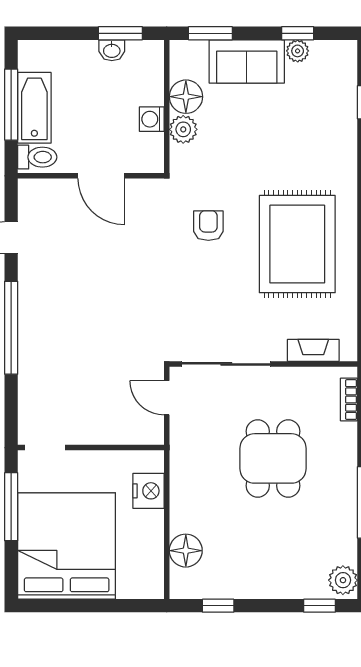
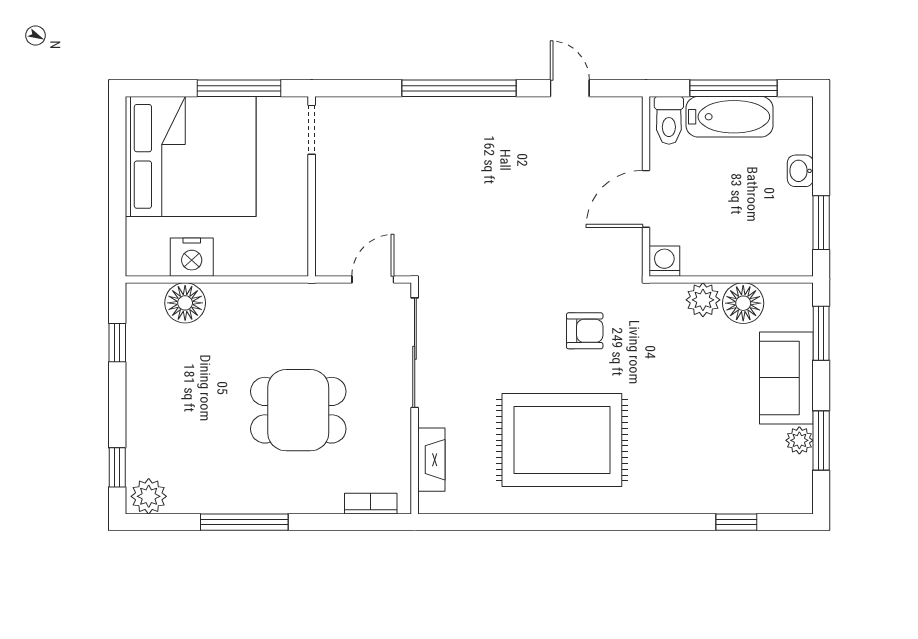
window: (298, 33) -> (821, 440), width x1.50
washbasin: (112, 50) -> (800, 171), moved
washing machine: (152, 119) -> (664, 261), moved
nightstand: (148, 491) -> (192, 257), moved

